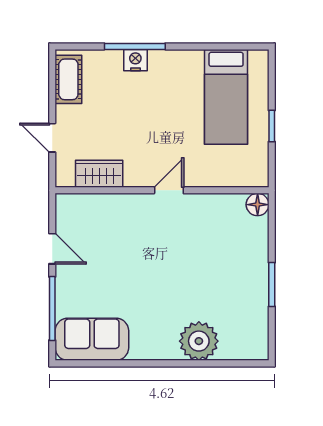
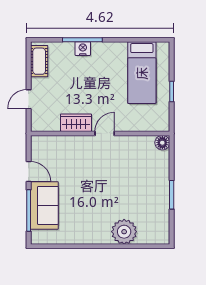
door: (52, 138) -> (29, 99), hinge flipped
wardrobe: (99, 174) -> (76, 123), moved
sofa: (92, 339) -> (44, 205), moved, turned 90

